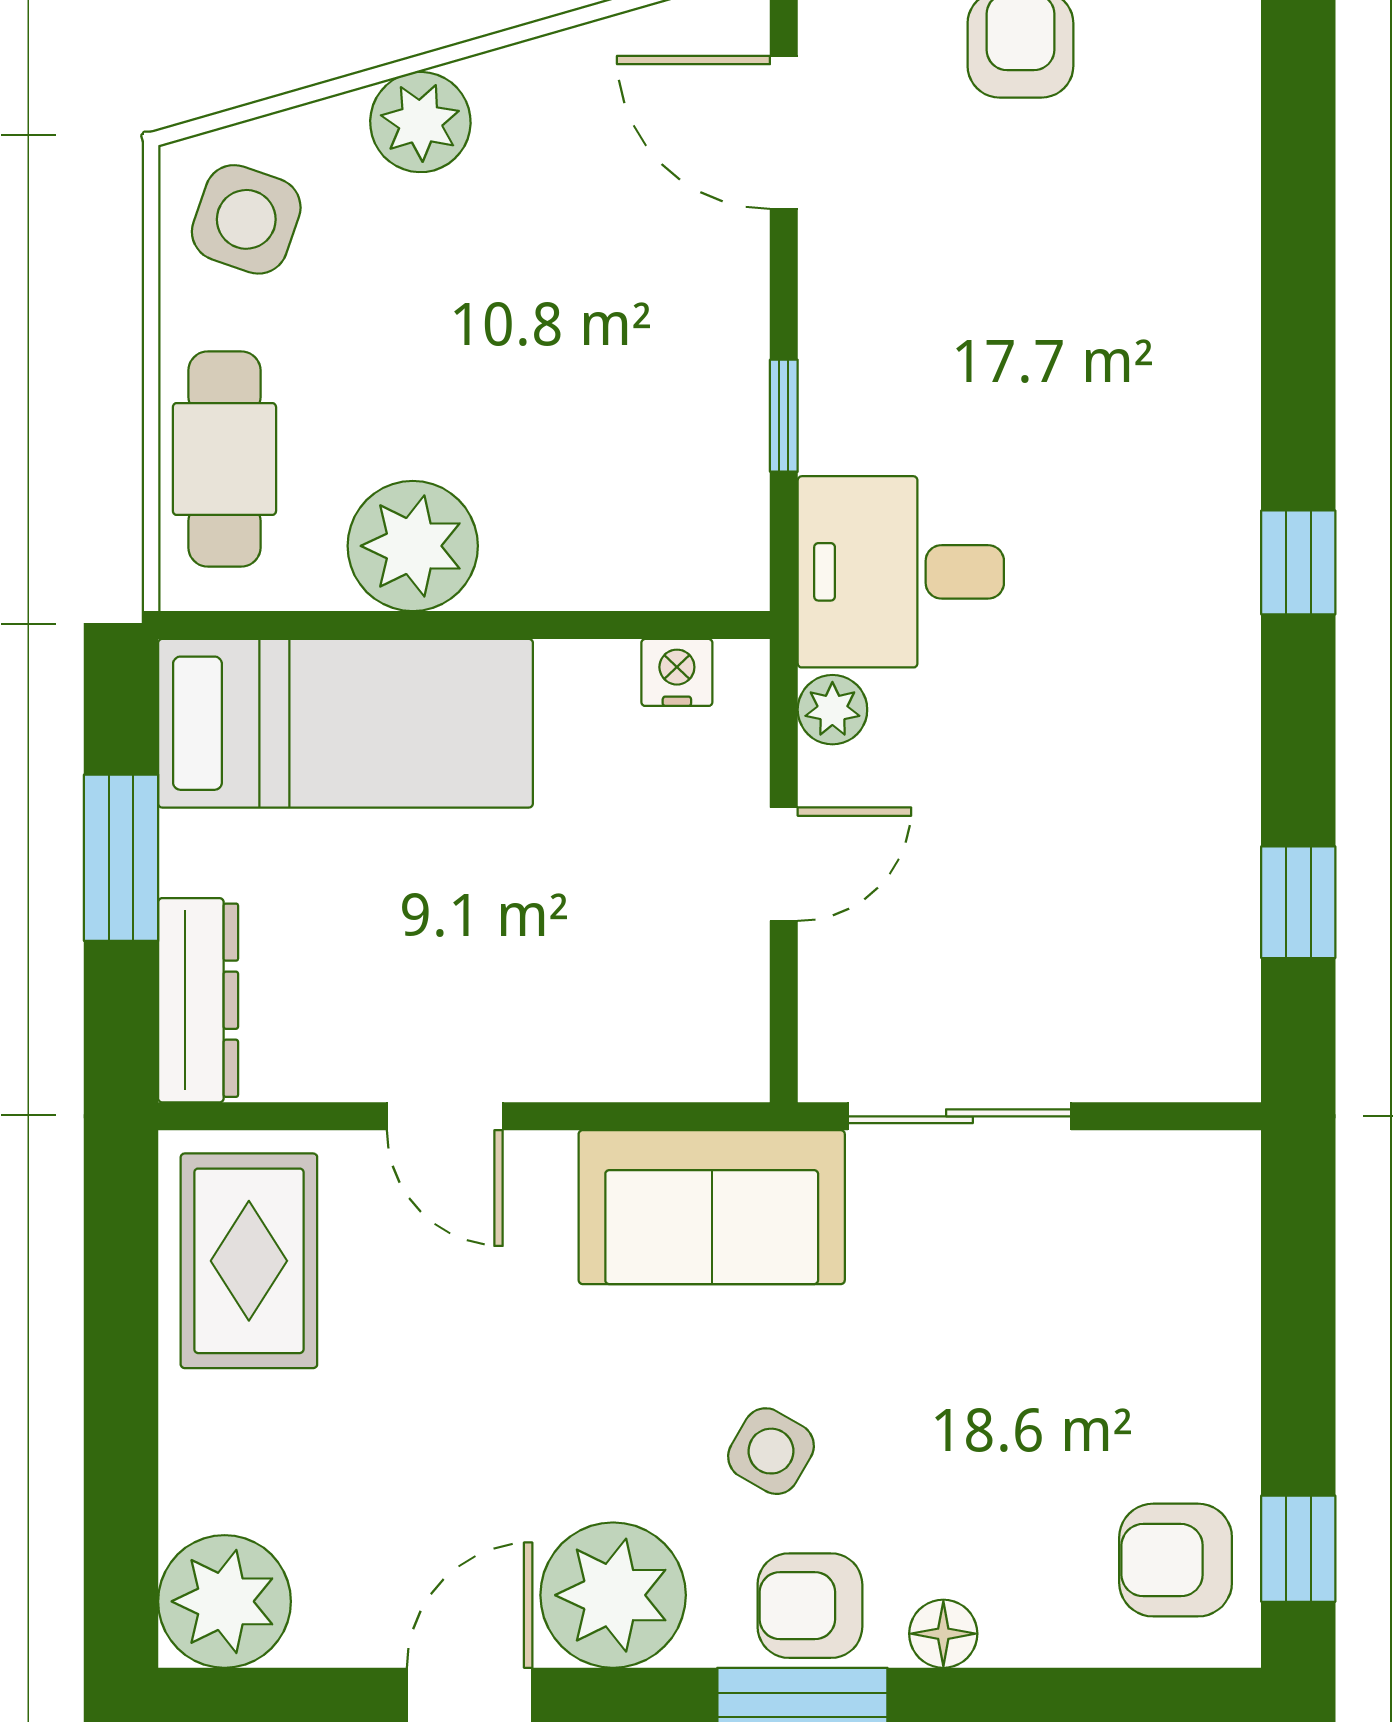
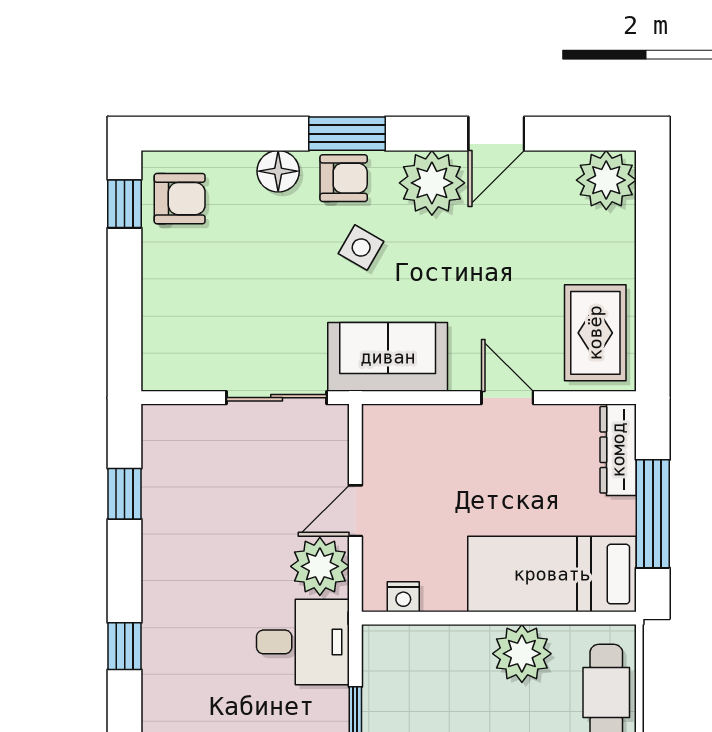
plant: (832, 710) -> (320, 566), width x1.87, depth x1.87
window: (121, 858) -> (653, 514), width x1.44
floor lamp: (943, 1634) -> (278, 171), width x1.37, depth x1.37

